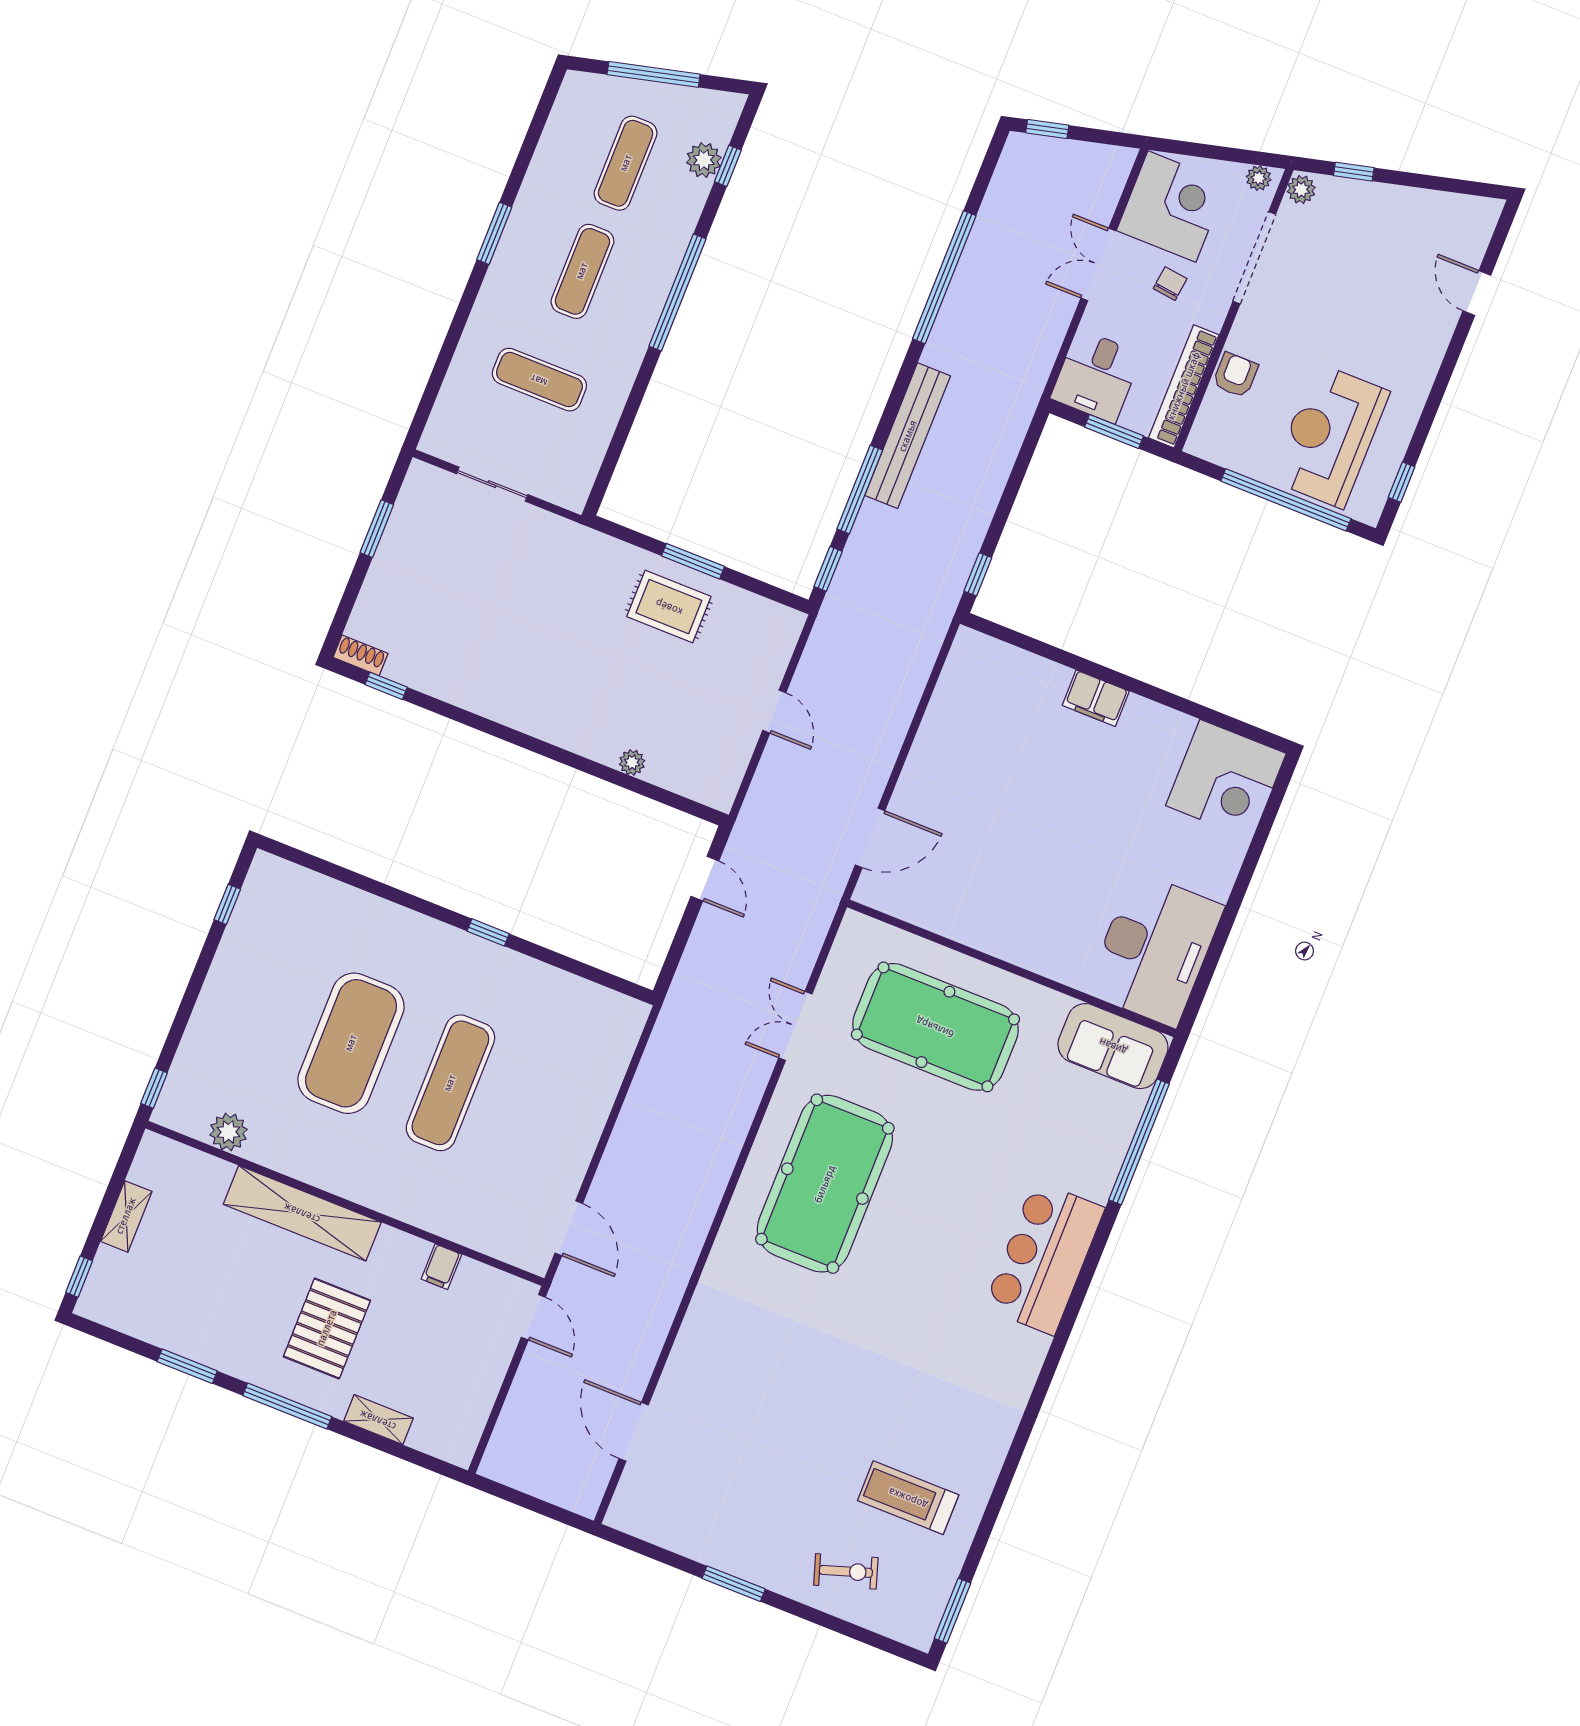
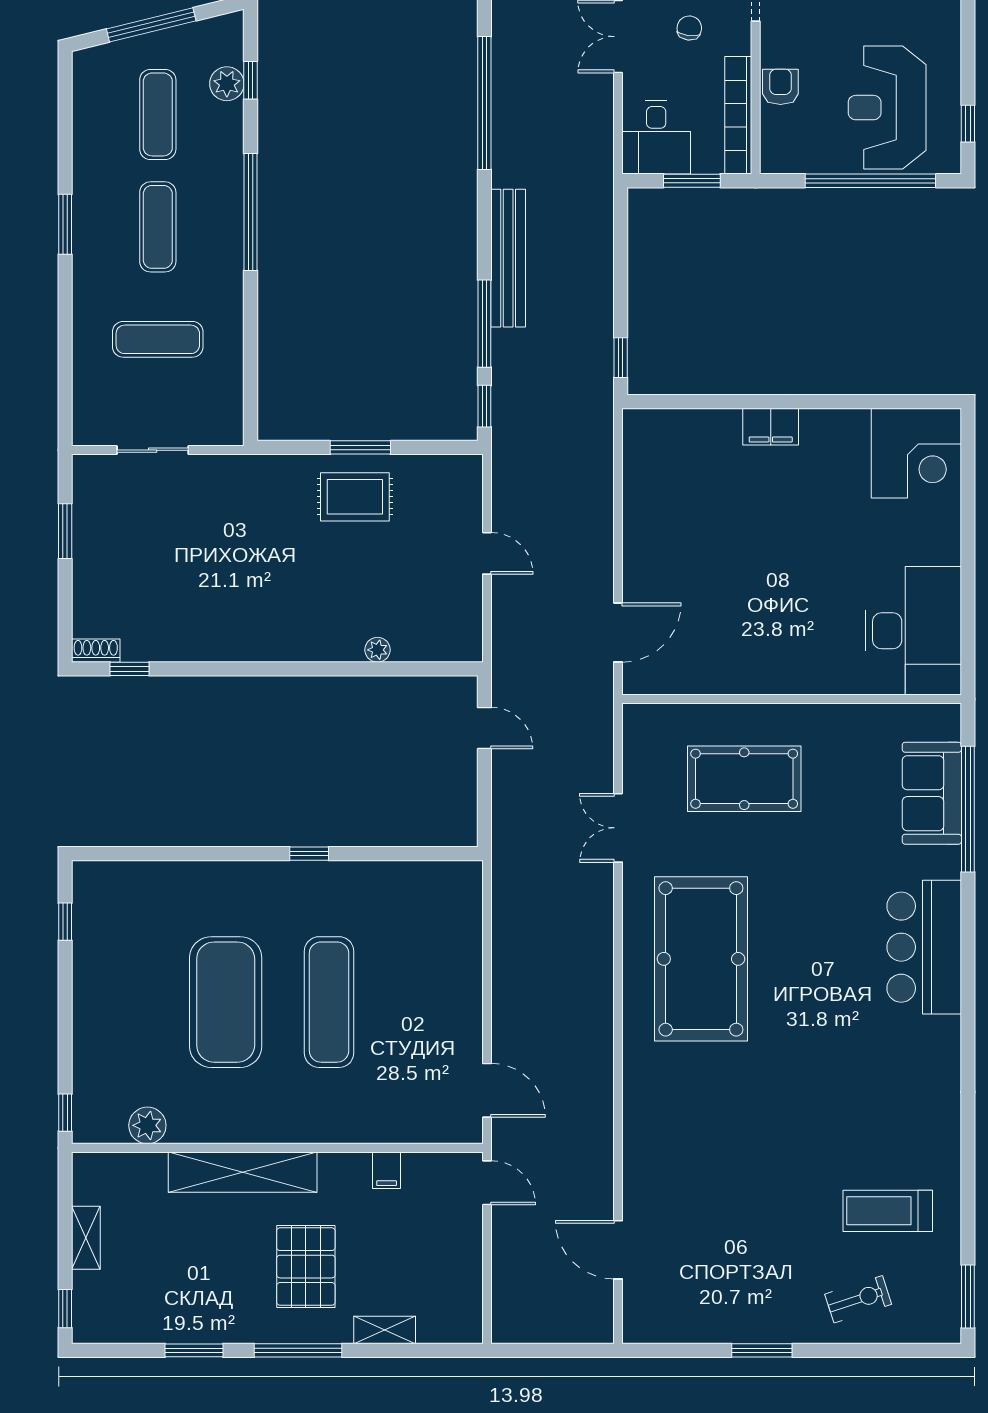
pool table: (935, 1027) -> (744, 779), width x0.73, depth x0.76
sofa: (1113, 1046) -> (932, 793), moved, turned 90

